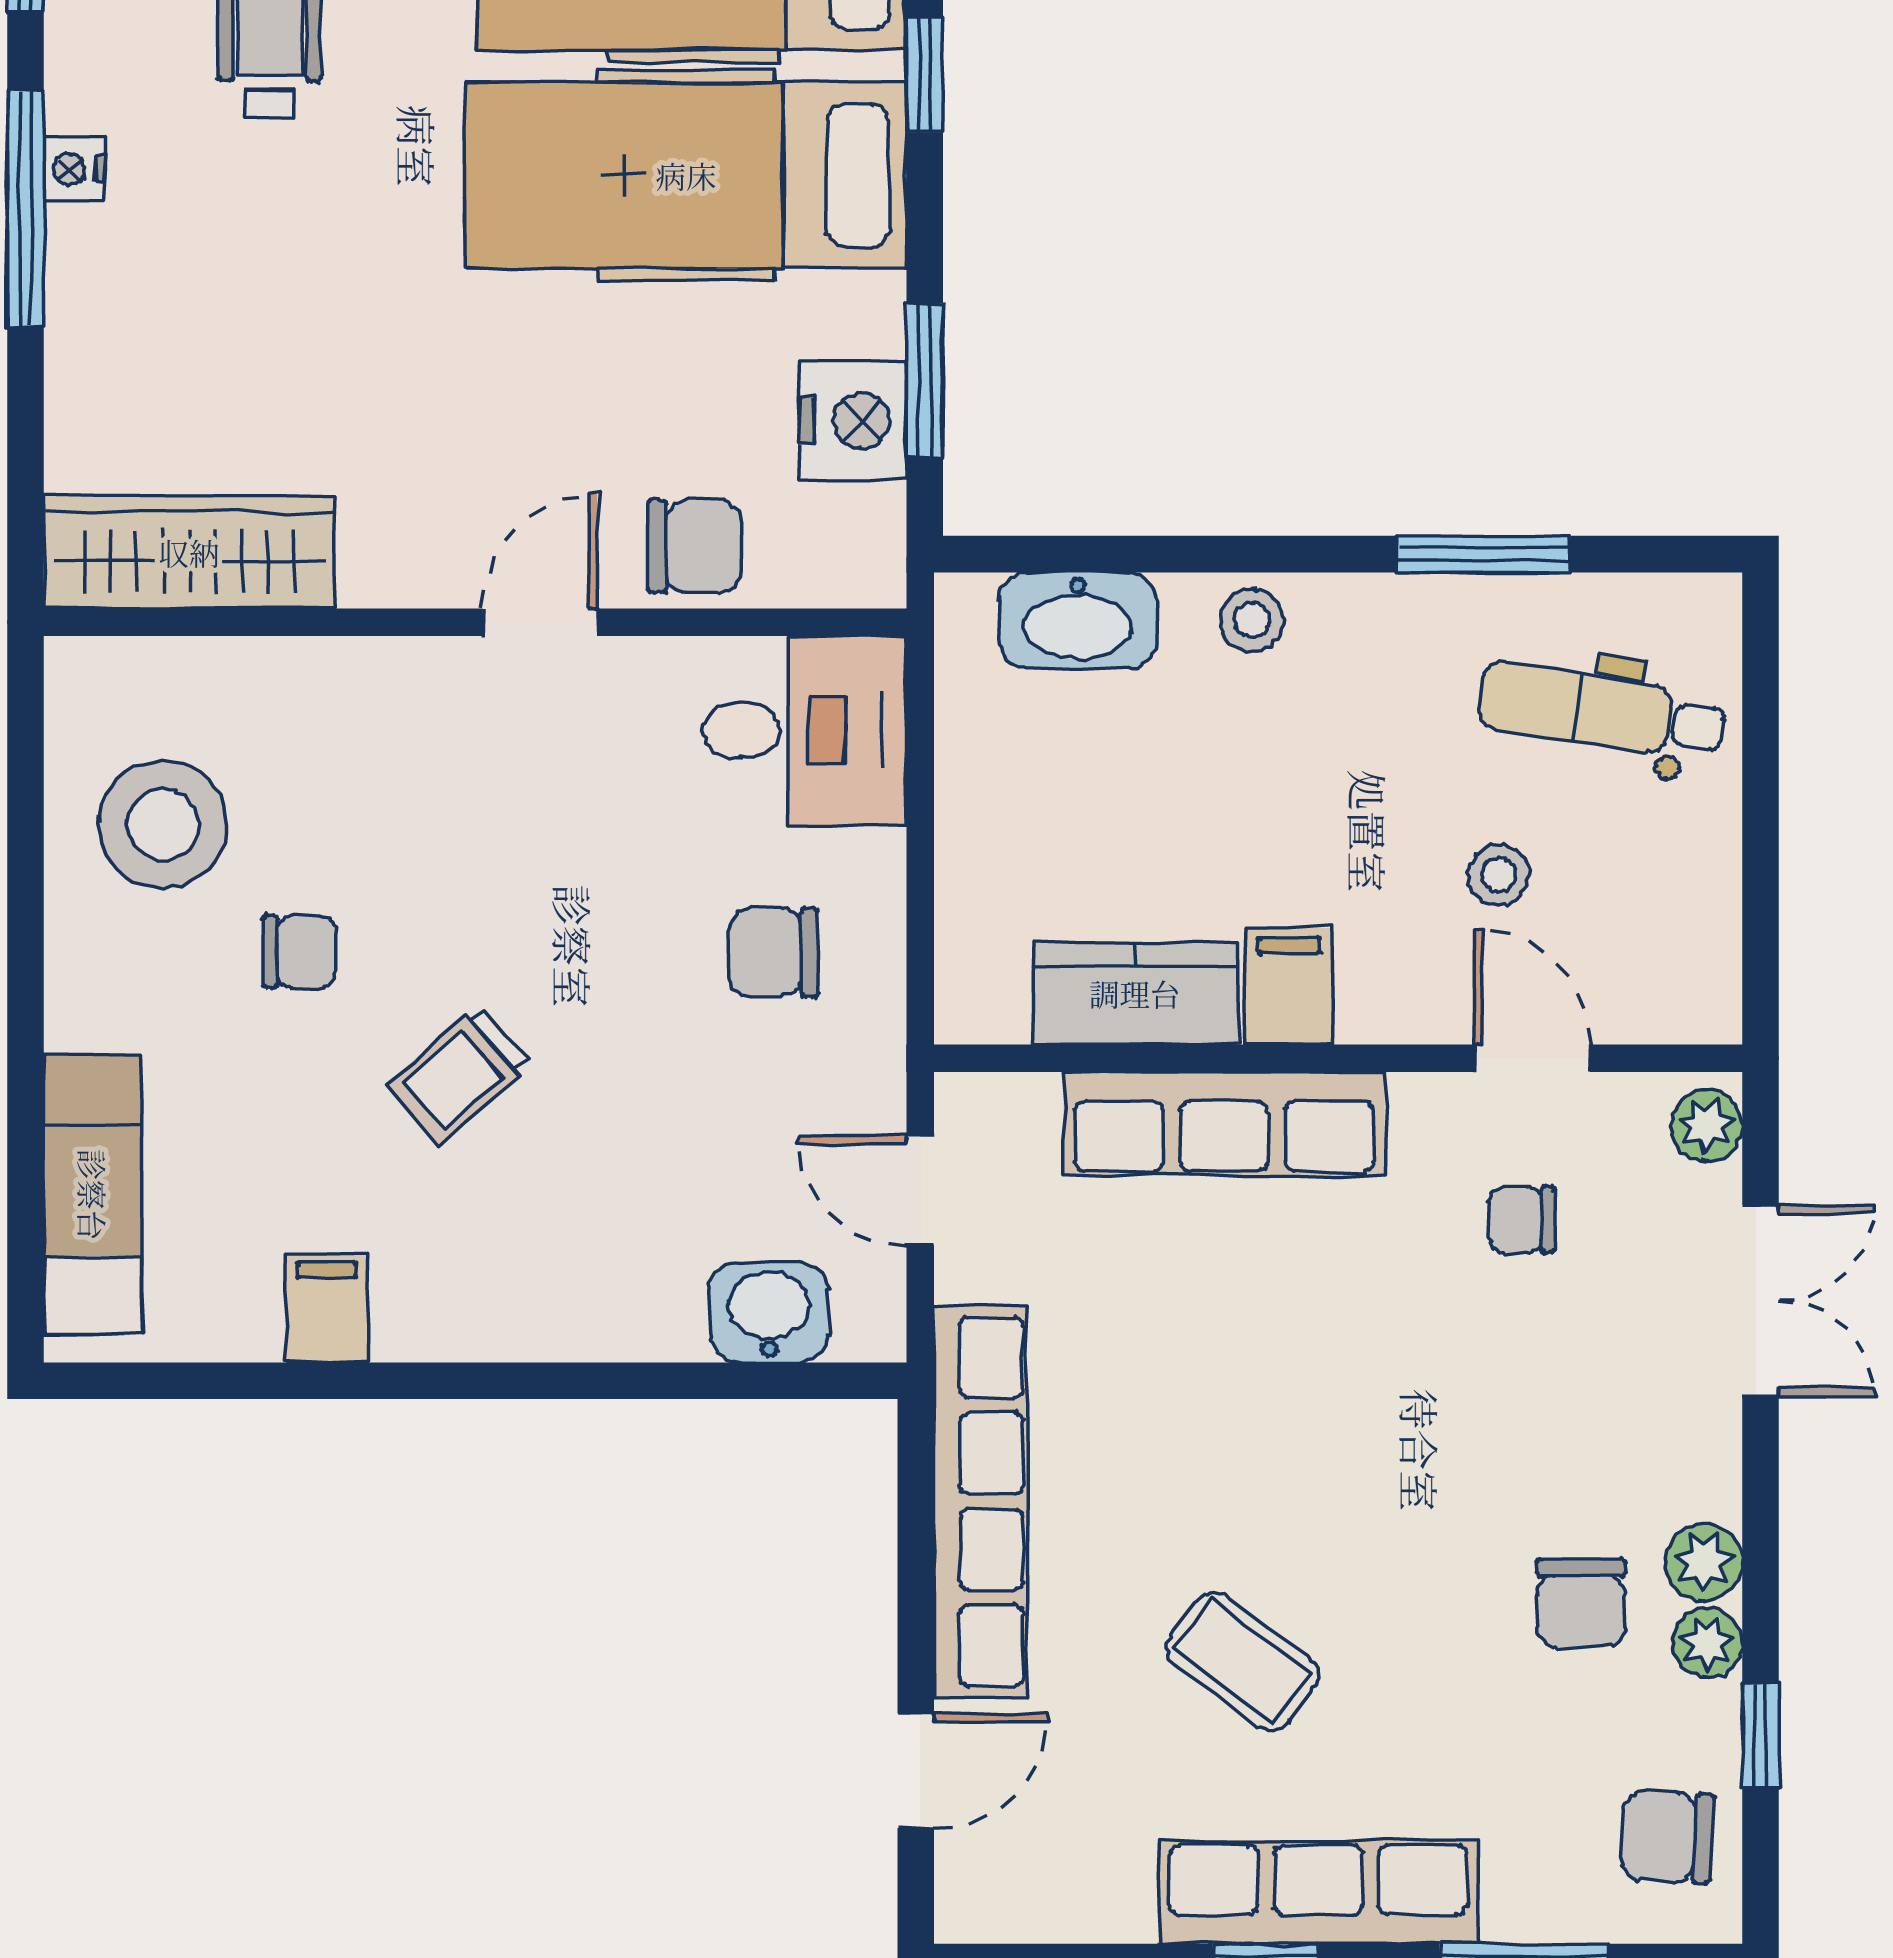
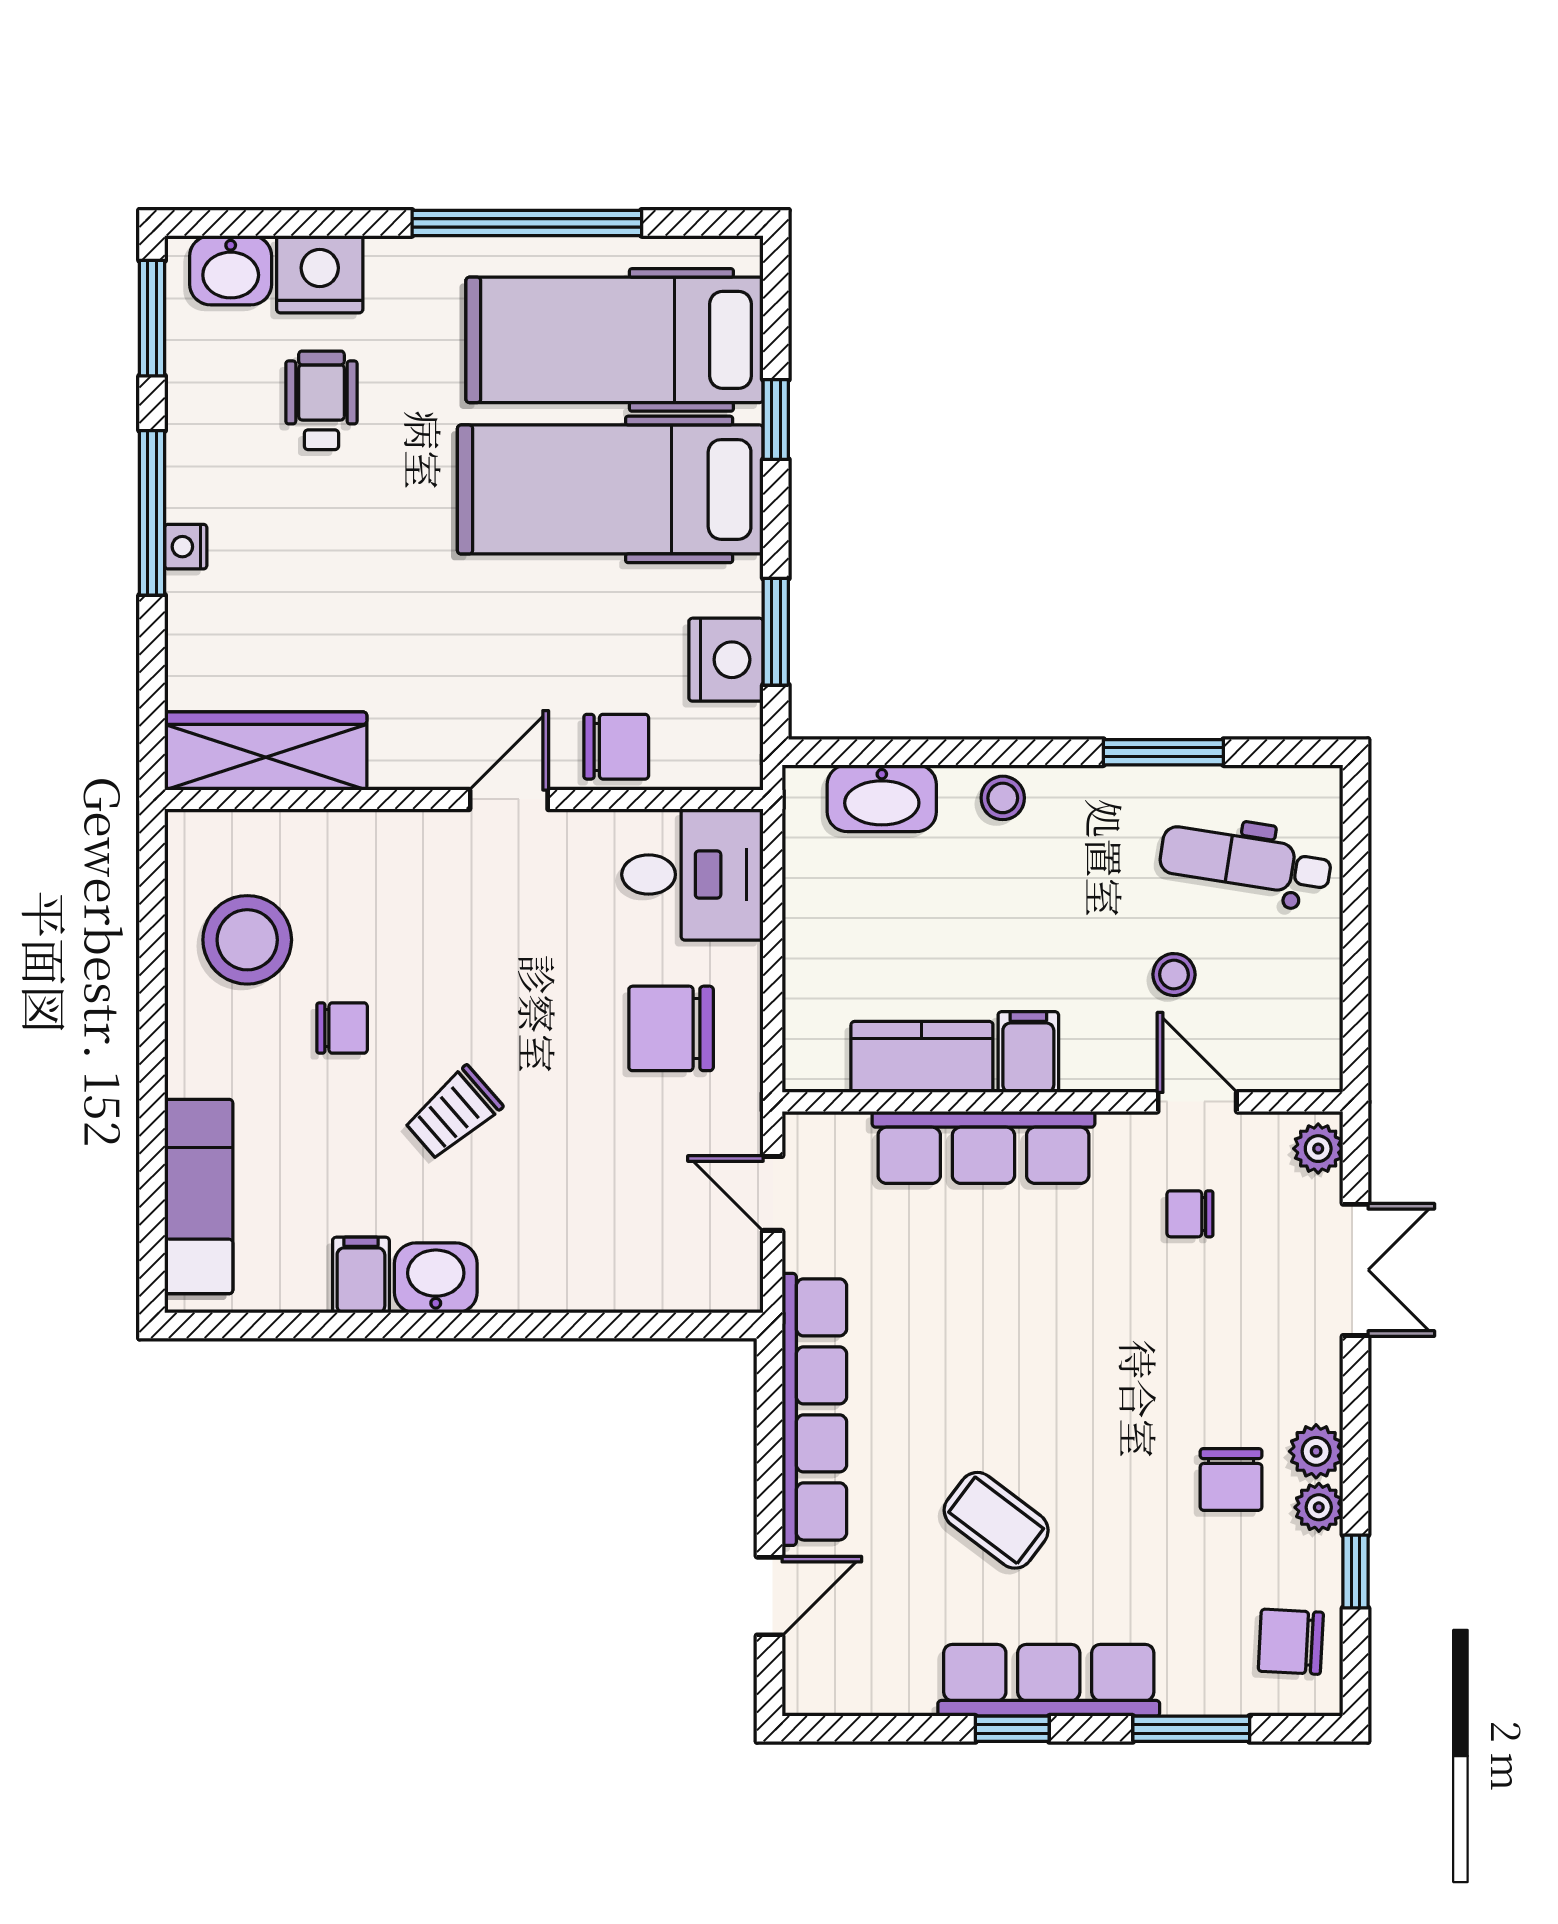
nightstand: (74, 169) -> (186, 547), moved
chair: (774, 952) -> (671, 1028), width x1.37, depth x1.37
washbasin: (769, 1312) -> (436, 1278), moved

